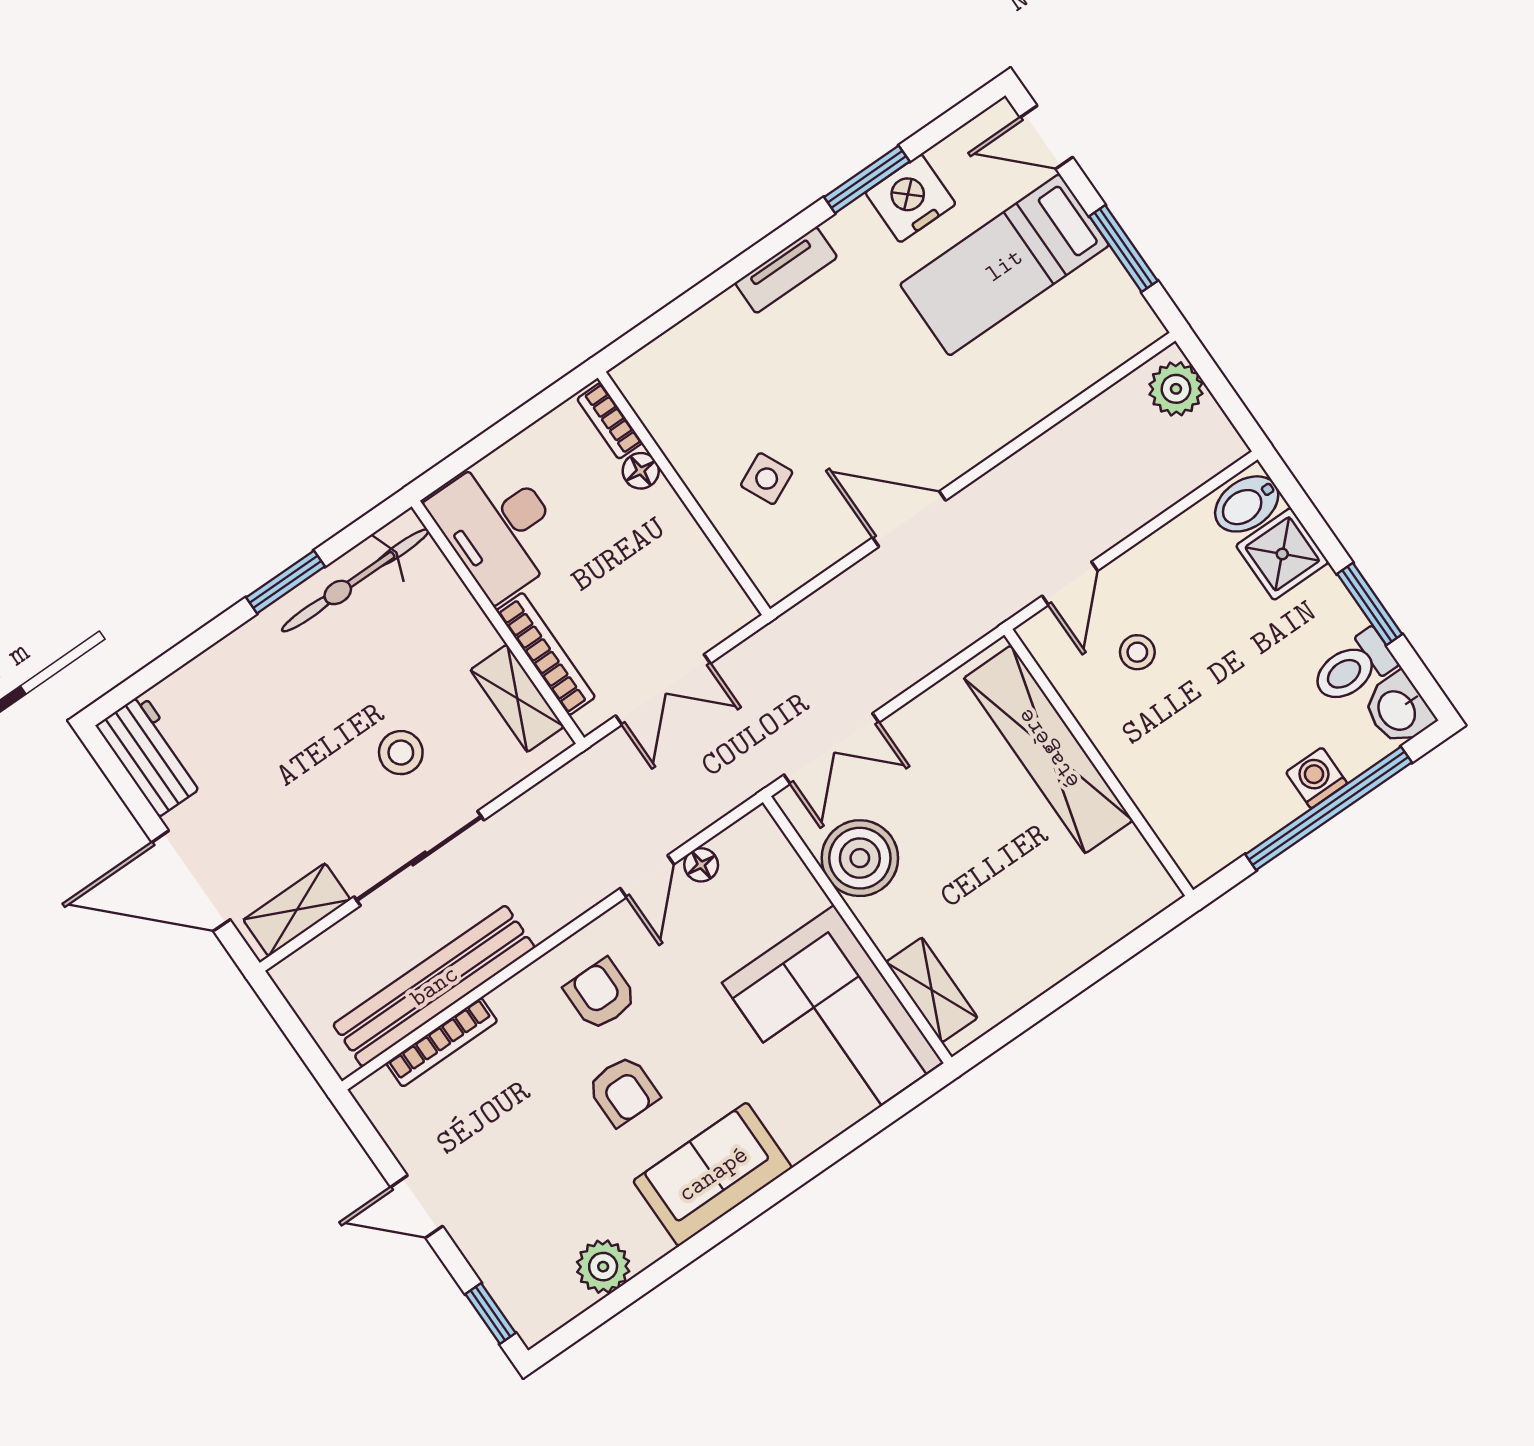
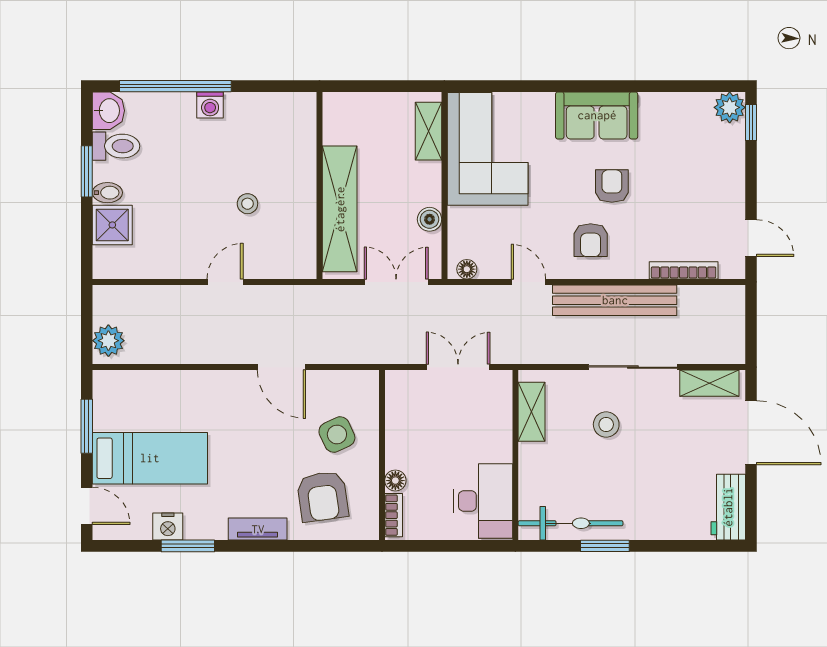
nightstand: (910, 198) -> (168, 527), width x0.74, depth x0.75
armchair: (727, 378) -> (323, 496), added
side table: (767, 479) -> (337, 434), width x1.37, depth x1.37
bidet: (1247, 504) -> (107, 193), moved, width x0.72, depth x0.74
stool: (1137, 652) -> (247, 204), moved
bookcase: (546, 654) -> (503, 424), removed
shelving: (1048, 749) -> (340, 209), moved
wall: (1099, 763) -> (320, 185), moved
washing machine: (1317, 778) -> (210, 105), moved
boiler: (860, 858) -> (430, 219), width x0.54, depth x0.54
floor lamp: (701, 865) -> (467, 269), moved
door: (647, 876) -> (528, 282), hinge flipped
bench: (434, 986) -> (615, 300), moved
door: (417, 1207) -> (751, 238), moved
plant: (603, 1267) -> (730, 107), moved

